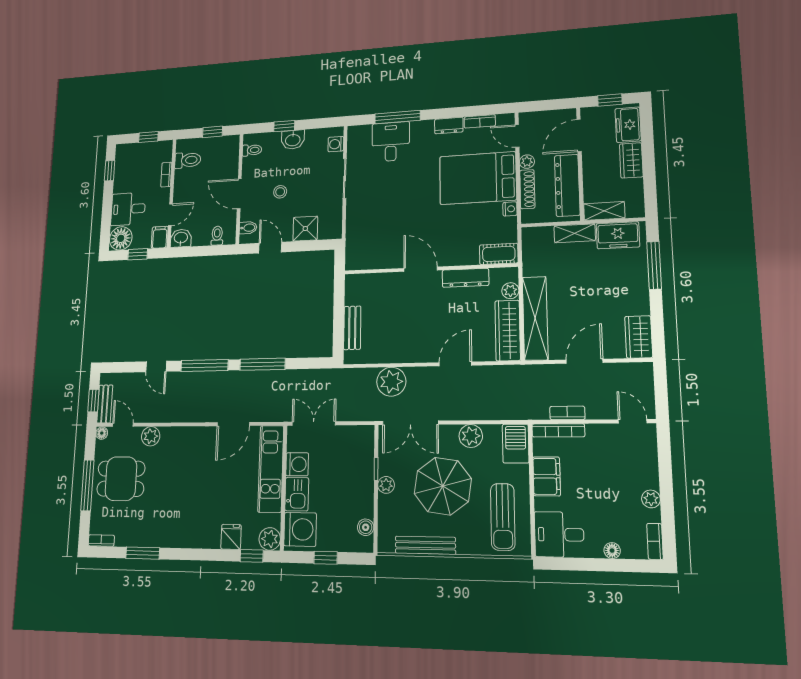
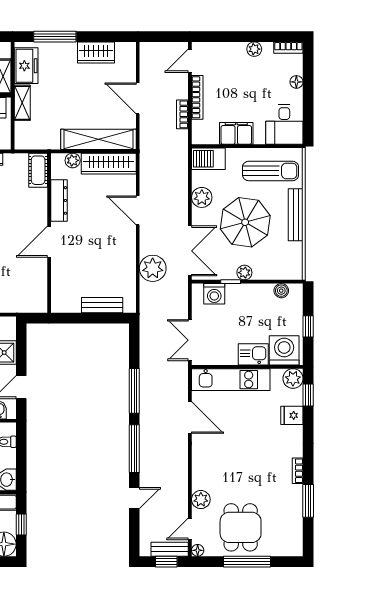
wardrobe: (639, 337) -> (96, 52), moved
bookcase: (558, 430) -> (197, 97), moved
washing machine: (297, 464) -> (214, 294), moved, turned 180
bookcase: (101, 541) -> (298, 471), moved
bench: (425, 545) -> (296, 215), moved

